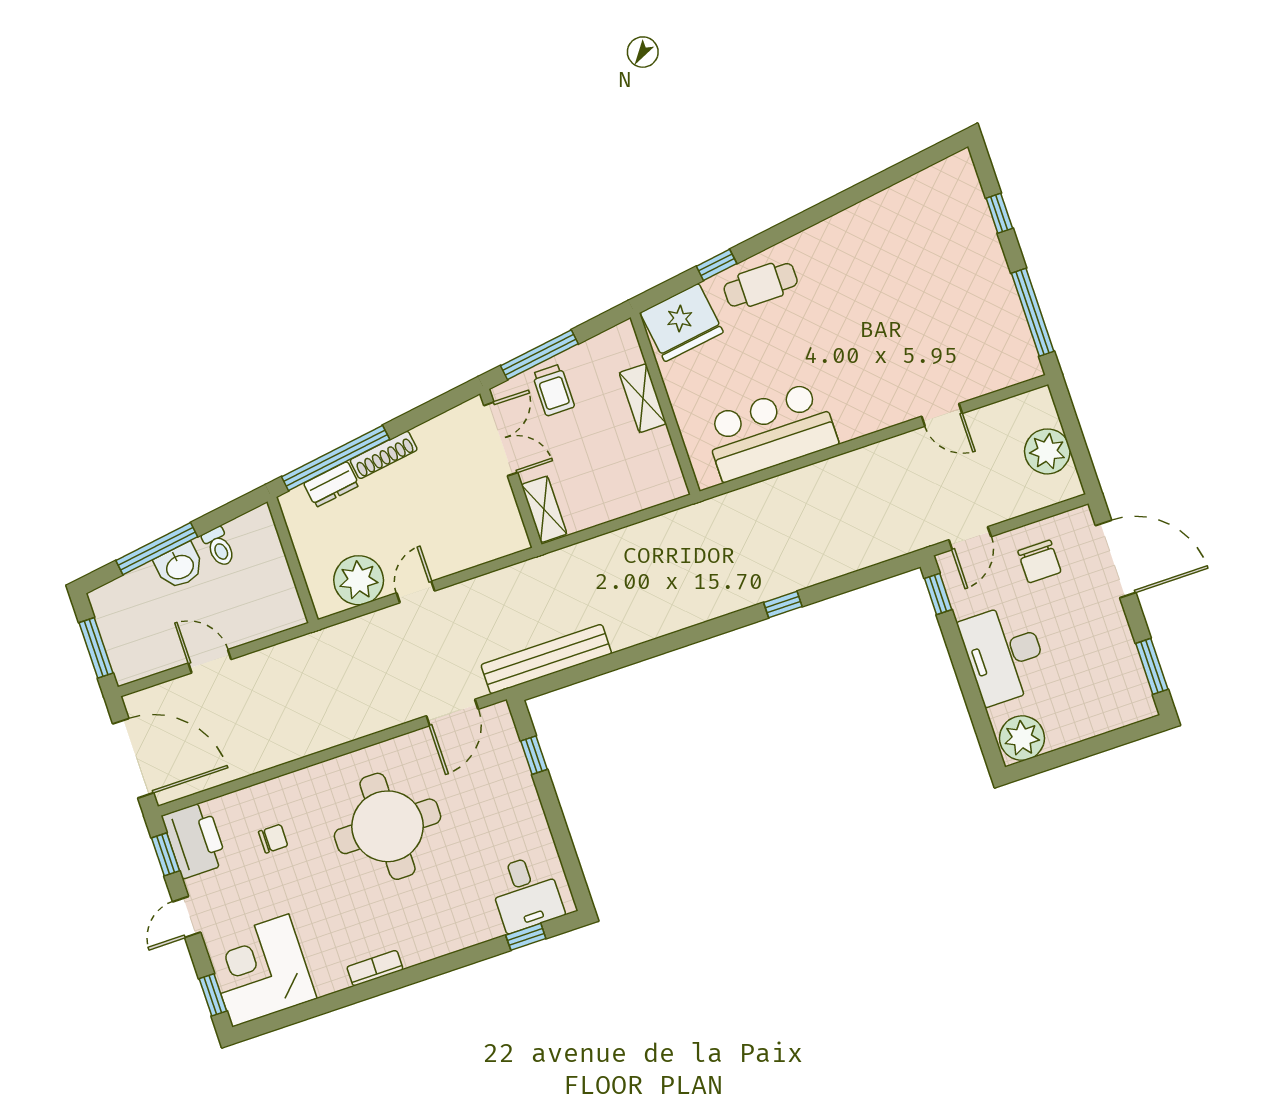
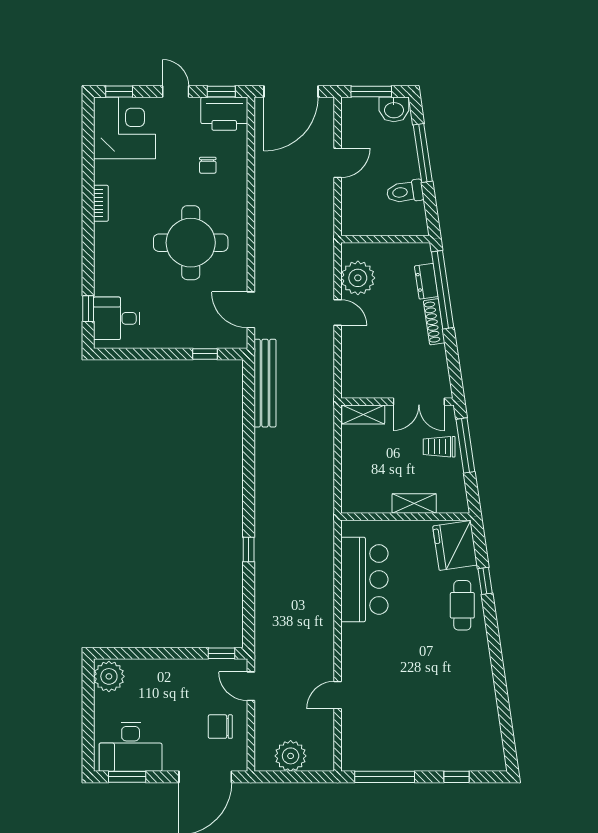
toilet: (219, 547) -> (405, 192), width x1.37, depth x1.39
washbasin: (179, 566) -> (394, 109), moved, turned -82
desk: (1004, 654) -> (131, 747), moved, turned 180

